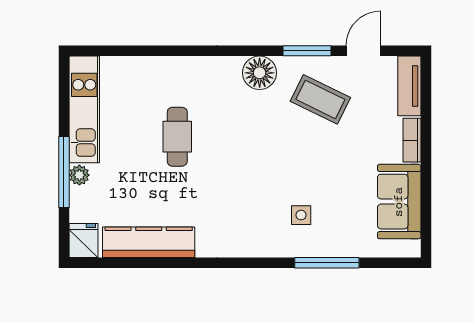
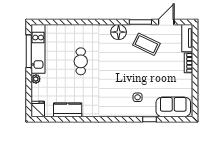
window: (64, 172) -> (29, 51), moved
sofa: (399, 202) -> (173, 107), moved, turned 90
kitchen counter: (149, 242) -> (68, 110), width x0.67
window: (327, 263) -> (149, 119), width x0.46

